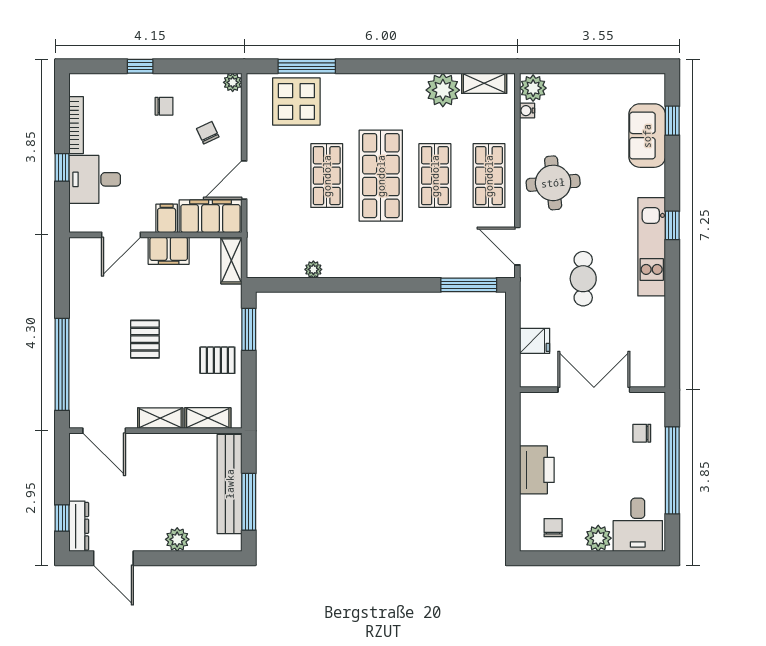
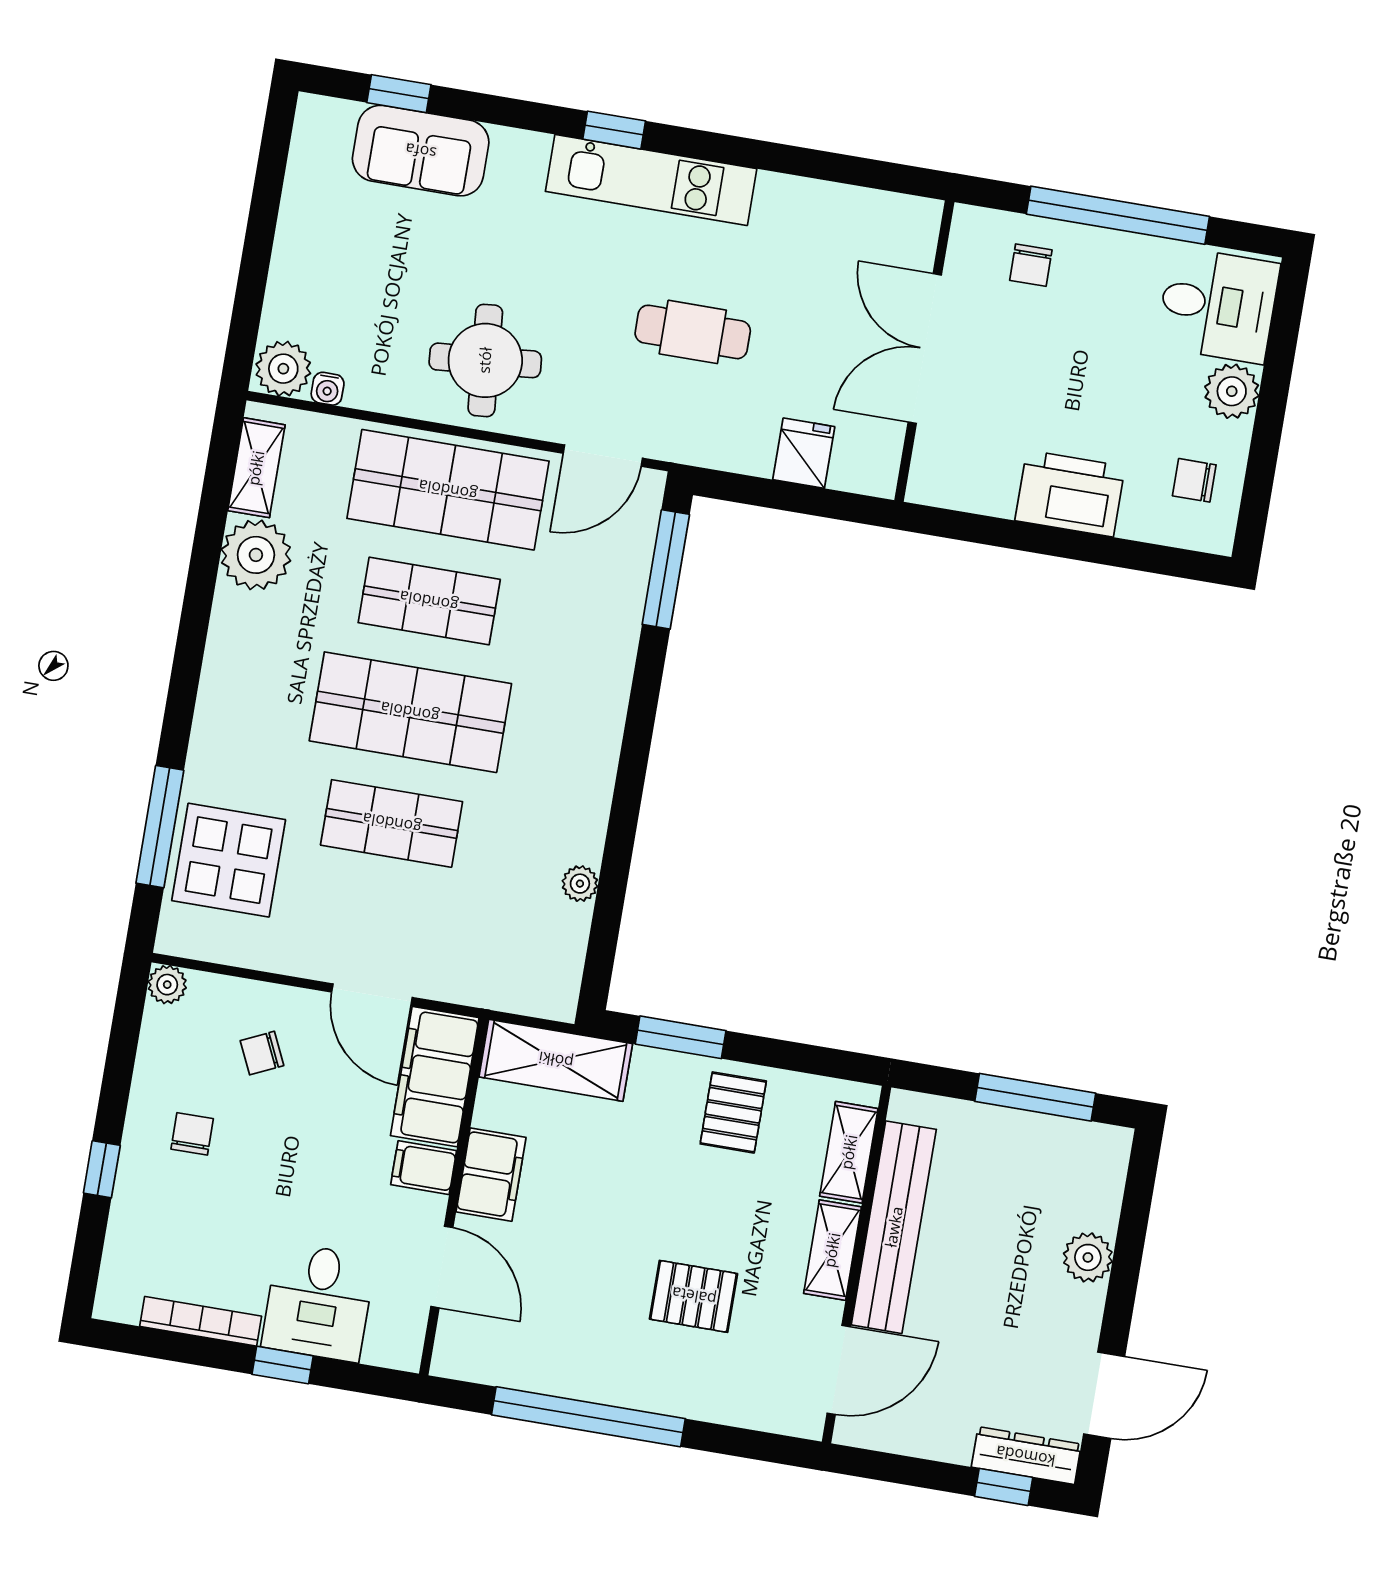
shop shelf: (489, 176) -> (448, 490), width x1.43, depth x1.36
shelving: (231, 260) -> (556, 1060), width x1.50, depth x1.33
pallet: (145, 339) -> (694, 1296), moved
window: (62, 364) -> (588, 1417), moved
bench: (230, 484) -> (894, 1227), moved, turned 90

